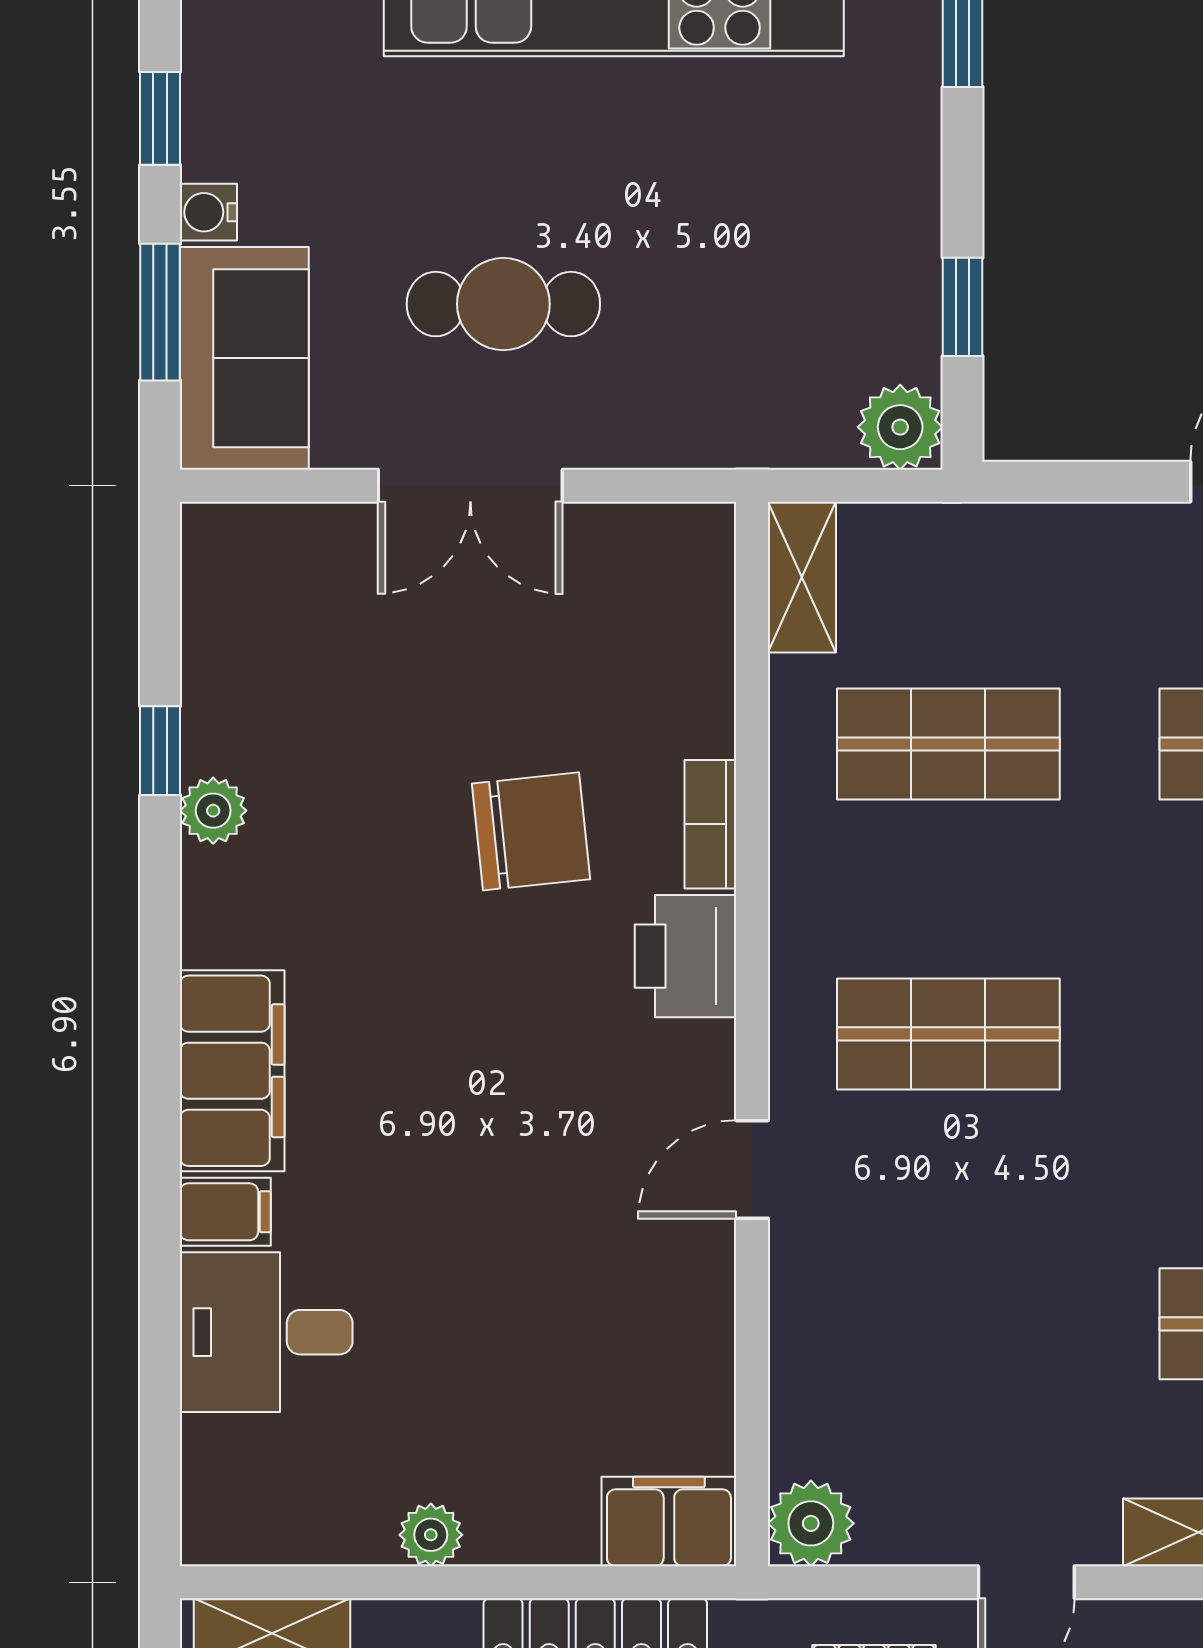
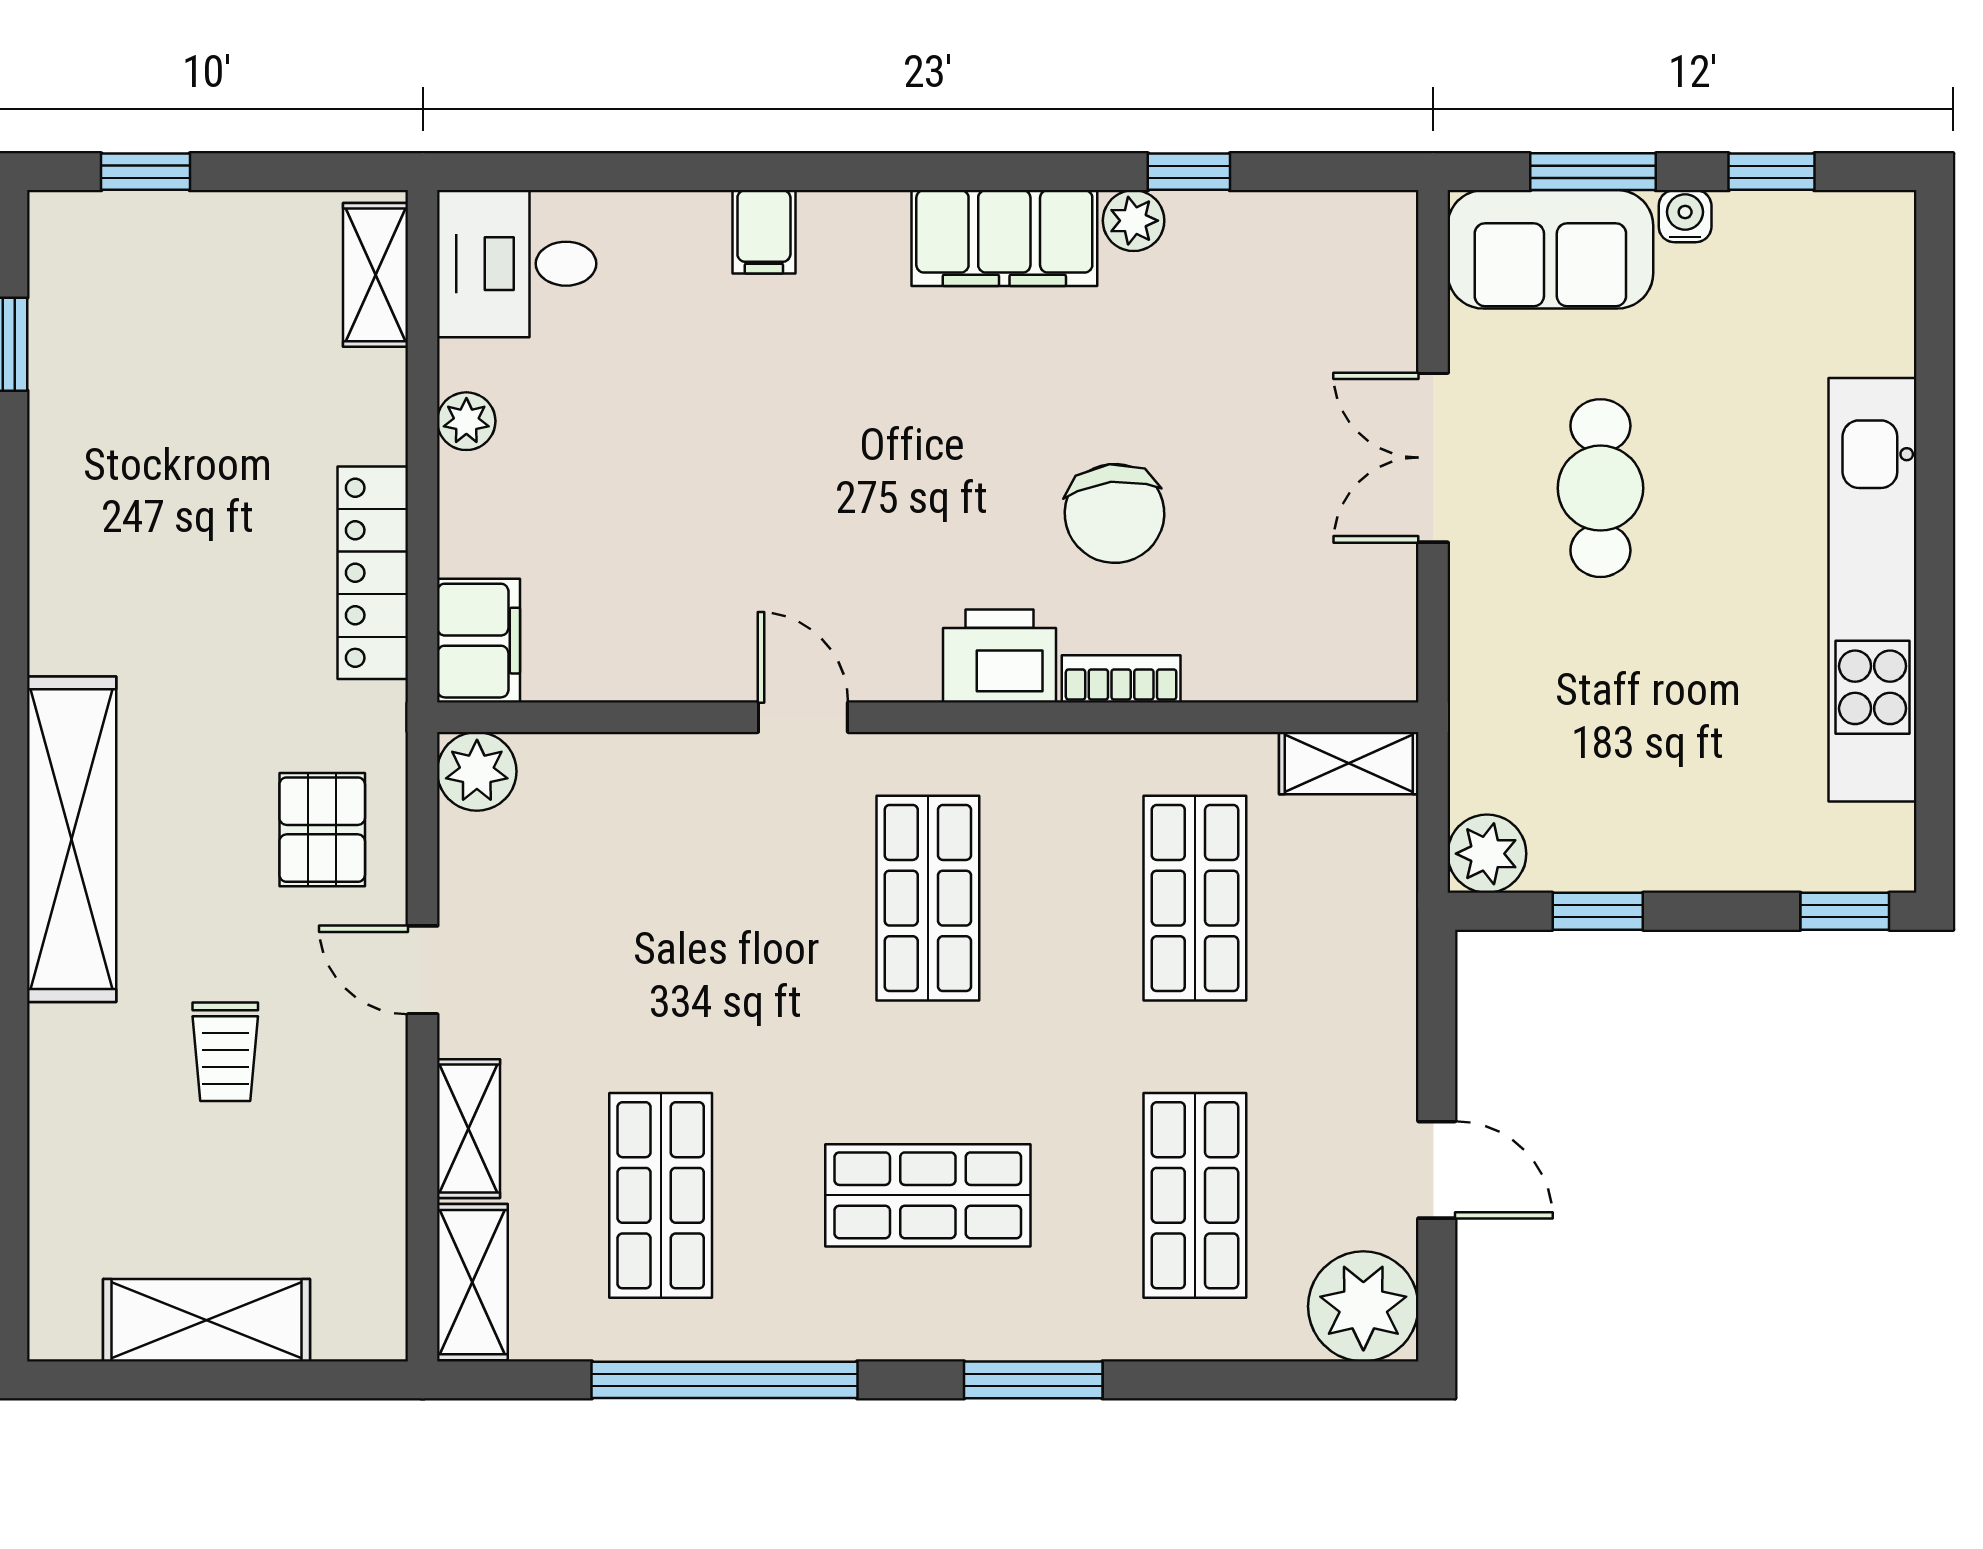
filing cabinet: (232, 1071) -> (1004, 238), moved
desk: (266, 1332) -> (517, 264), moved, turned -90

